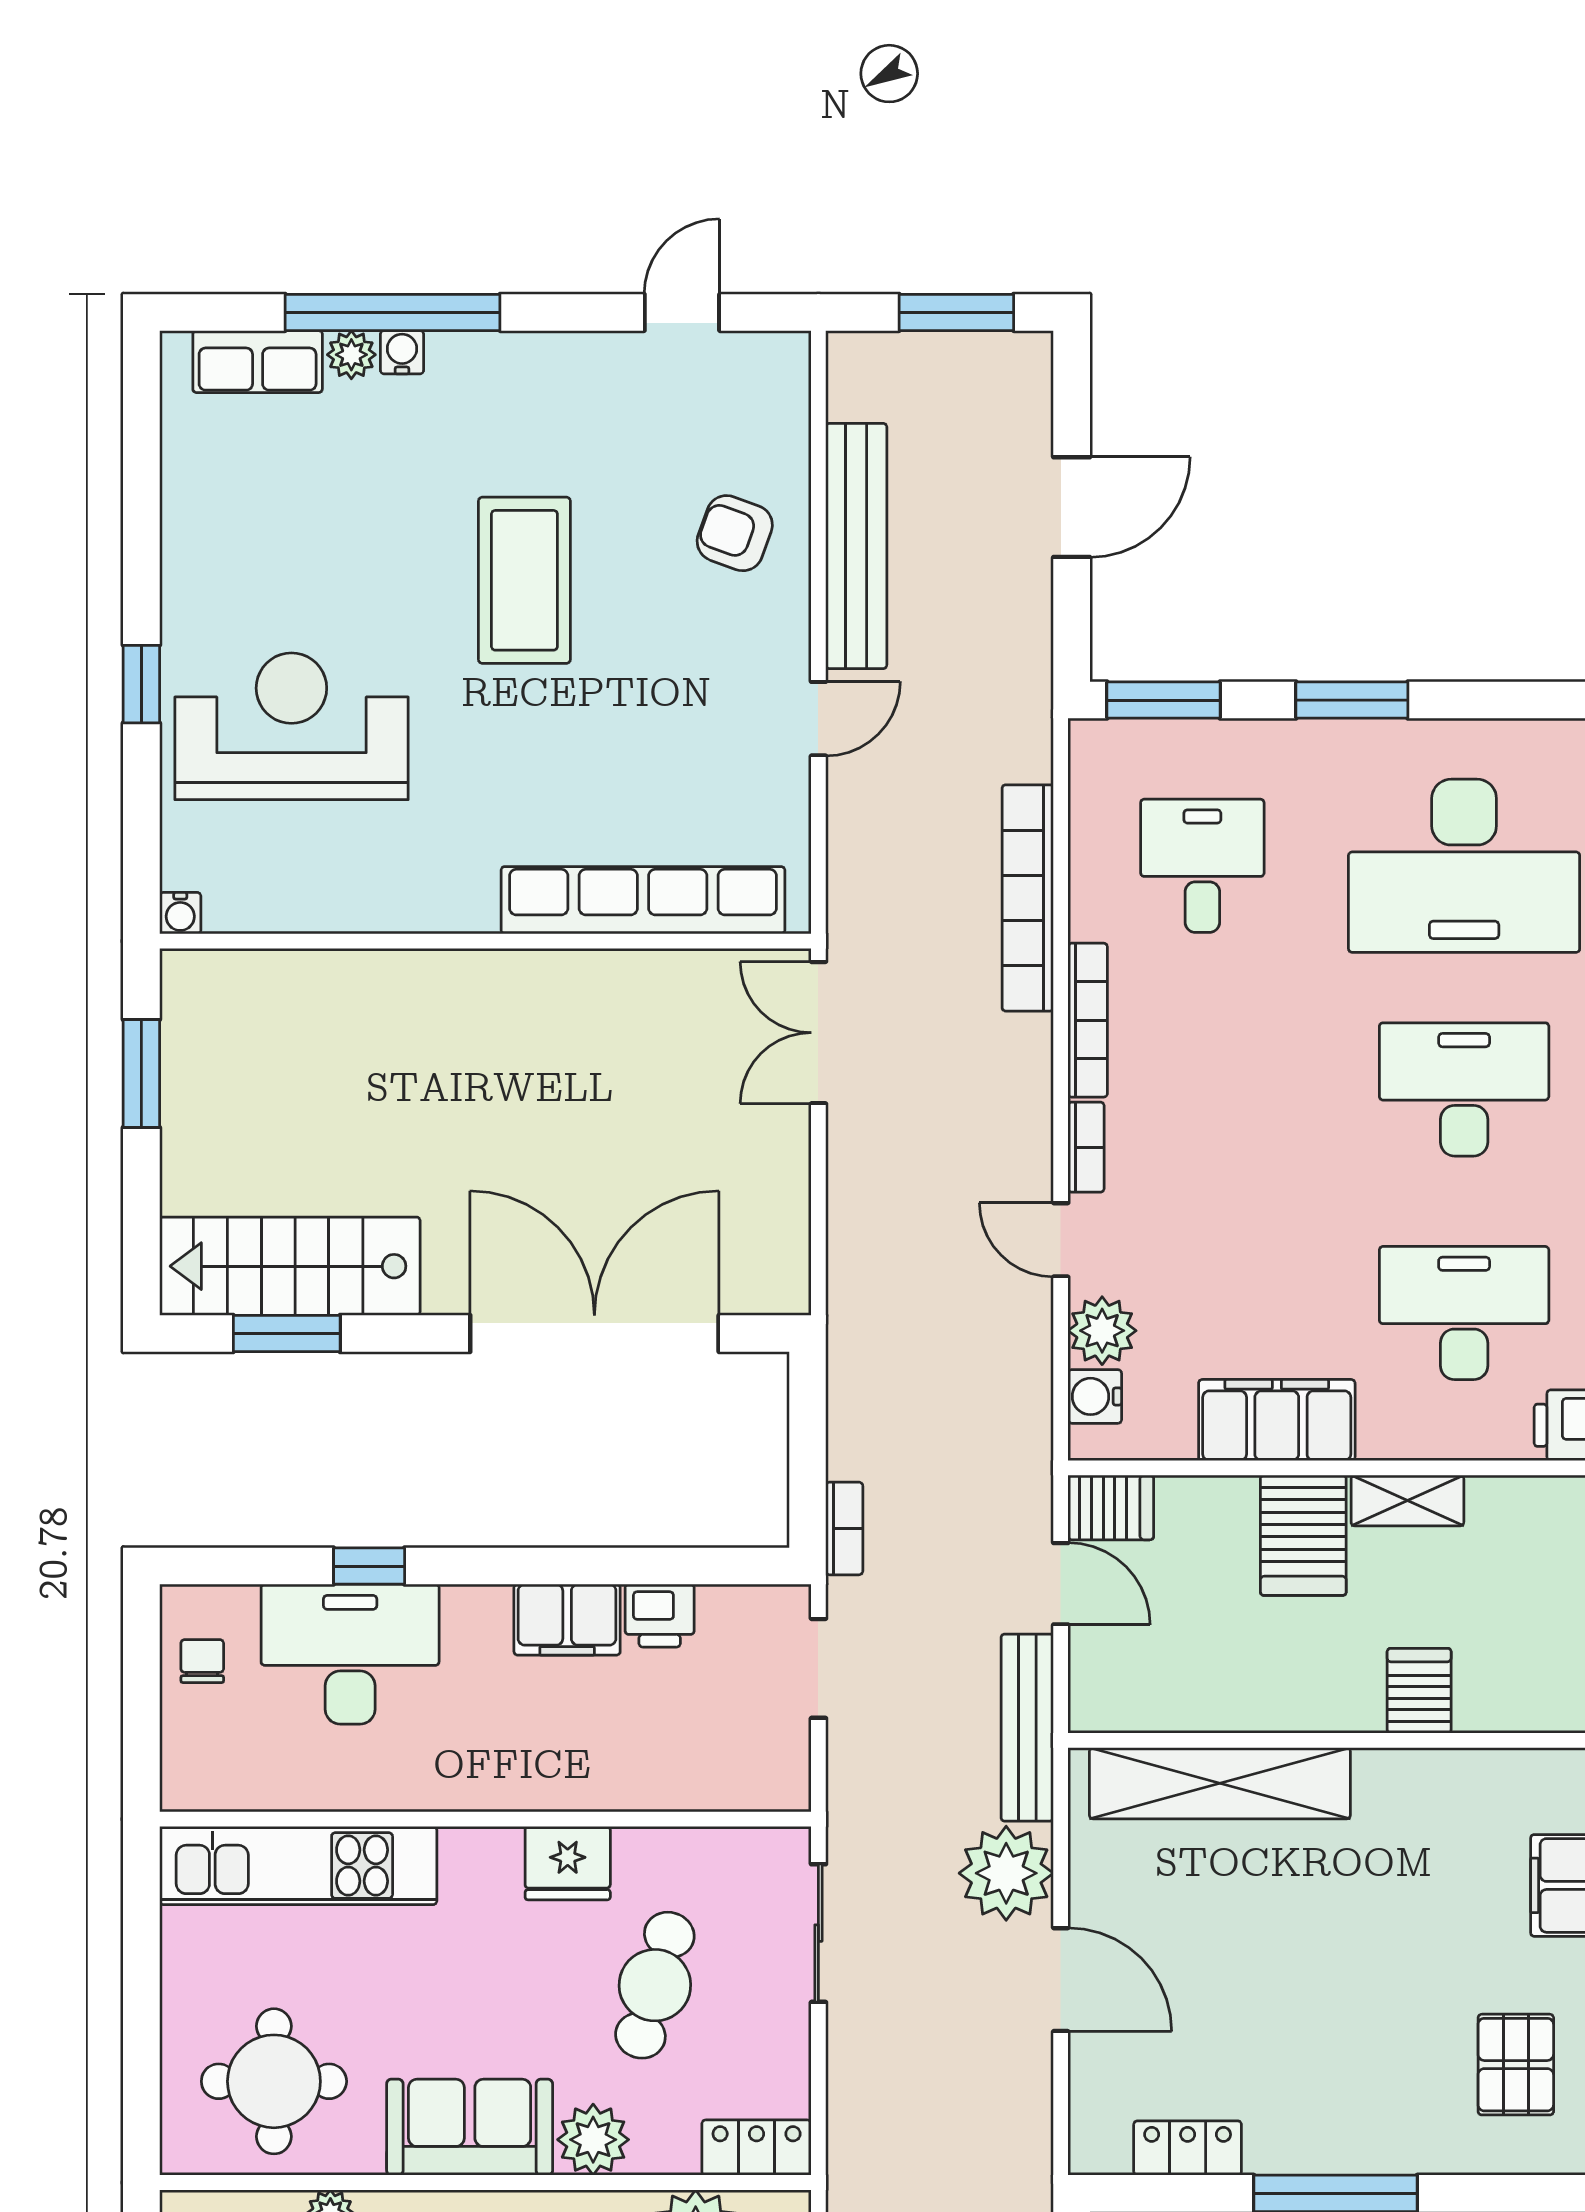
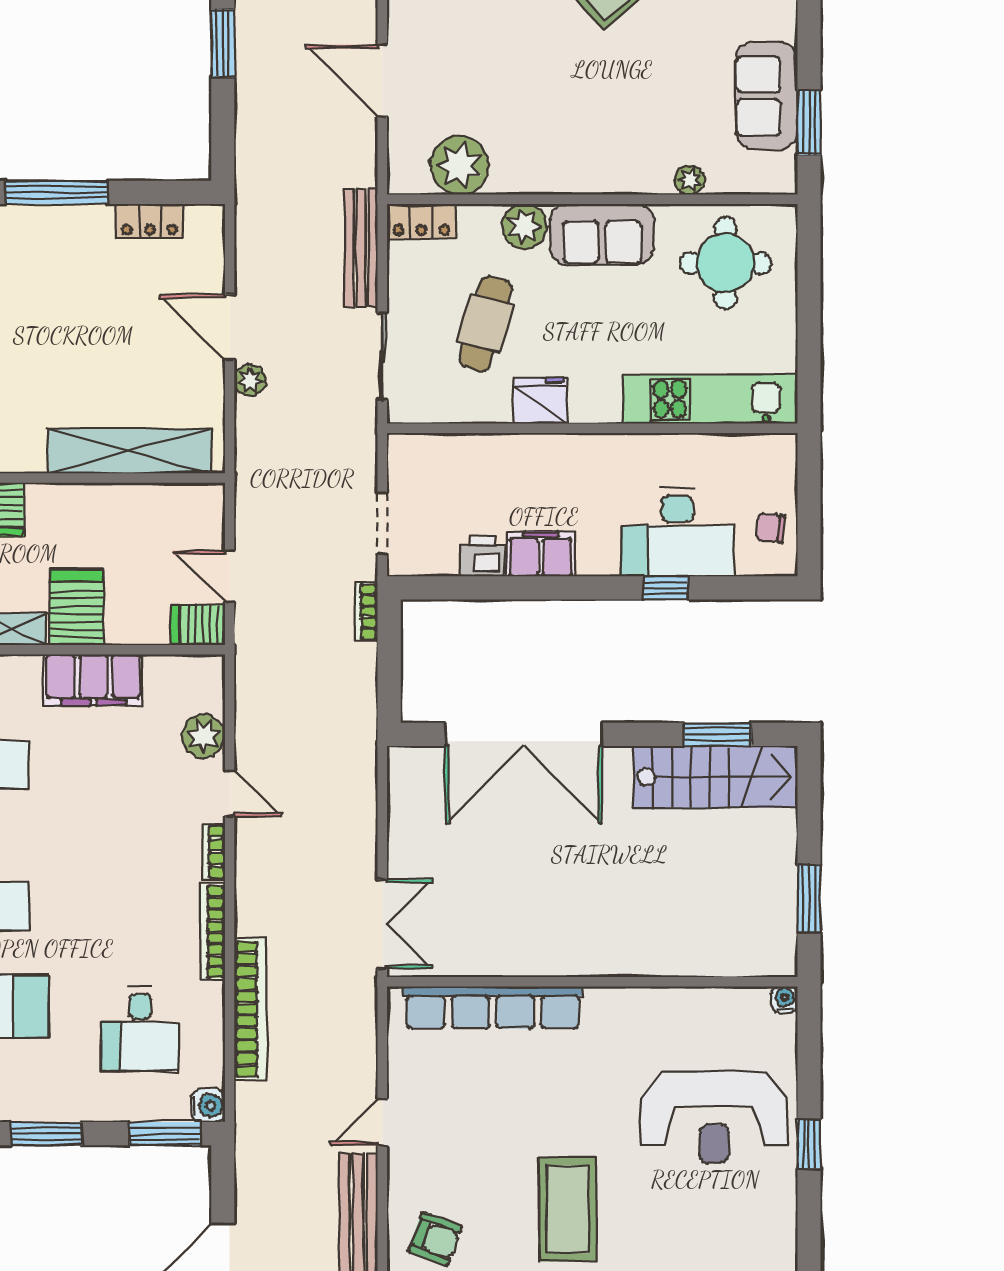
water cooler: (1095, 1396) -> (208, 1105), moved
chair: (202, 1661) -> (771, 528), turned 96
bench: (1027, 1728) -> (361, 248), moved
plant: (1006, 1873) -> (250, 380), width x0.53, depth x0.53

